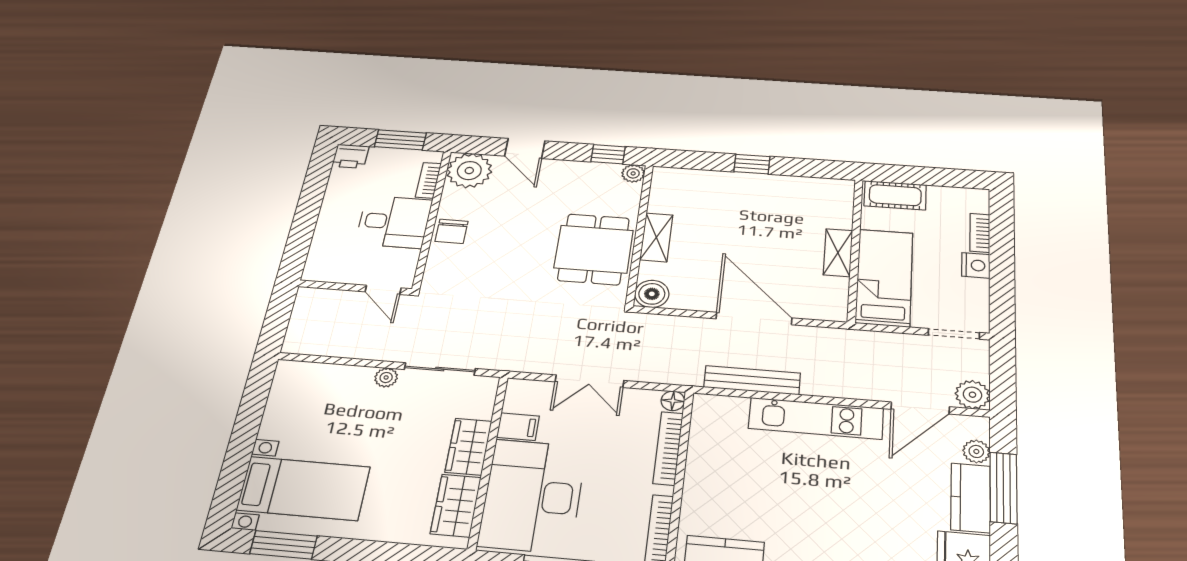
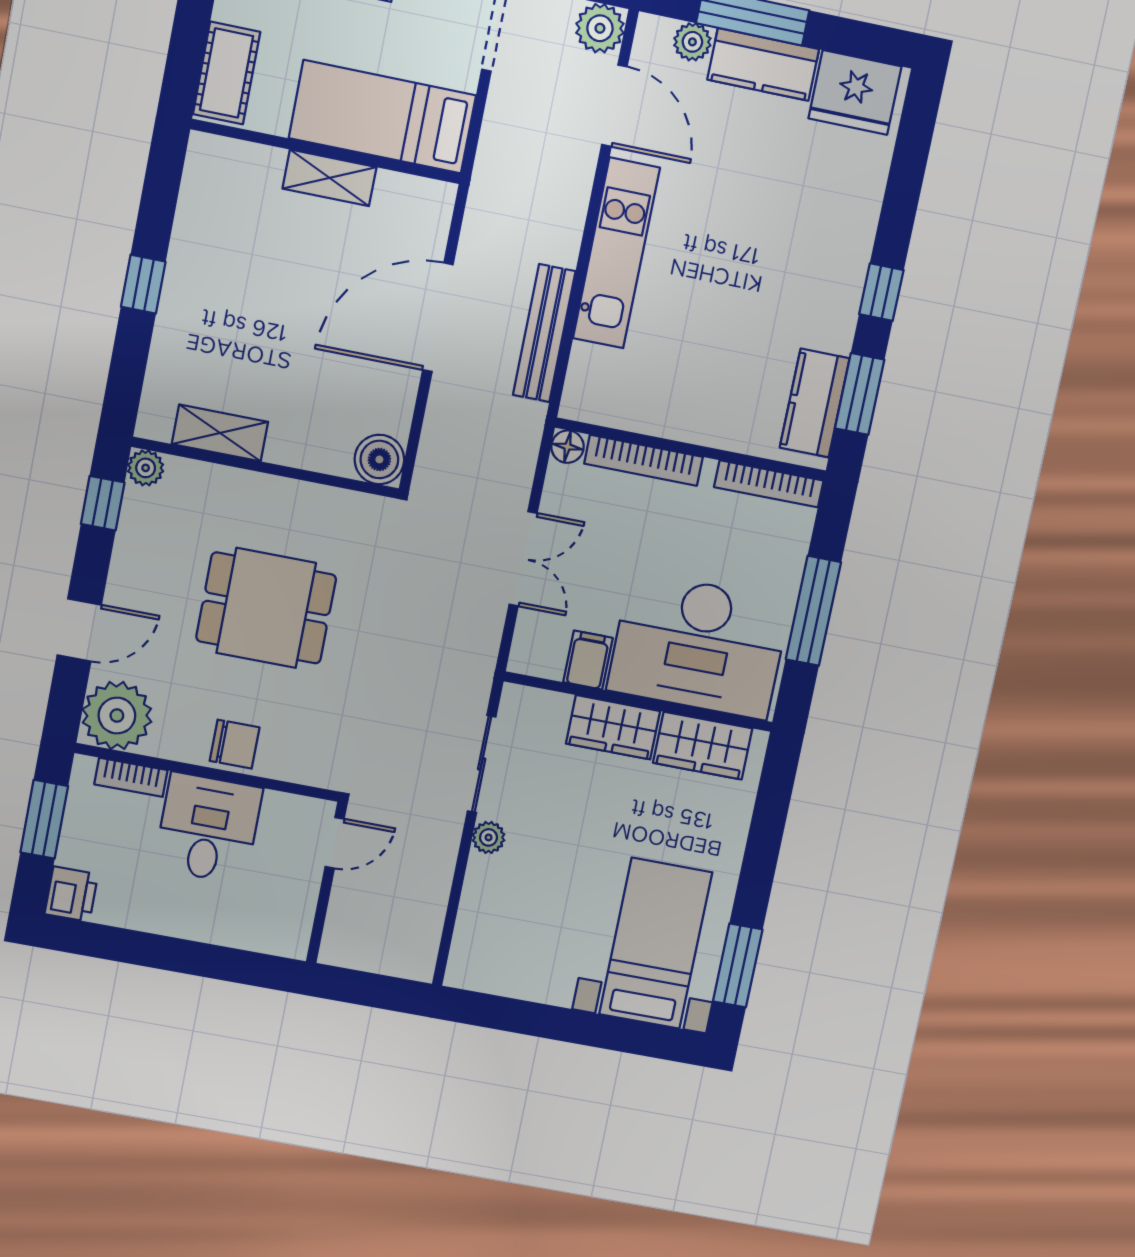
shelving: (656, 237) -> (220, 433), moved
dining table: (594, 249) -> (266, 608), moved

